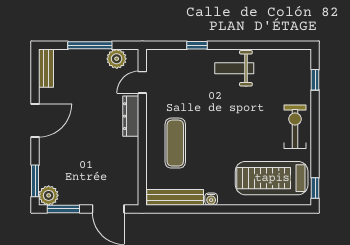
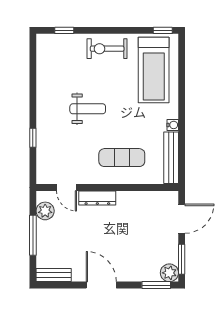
weight bench: (234, 68) -> (88, 109), moved, turned -90

